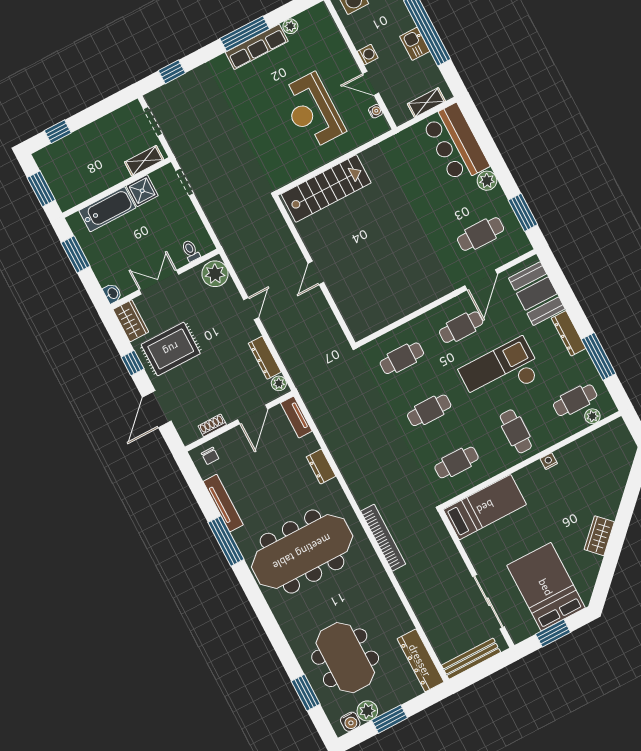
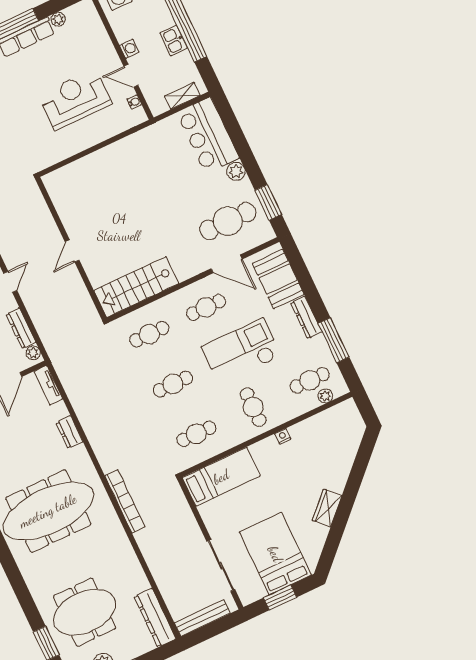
reception desk: (312, 111) -> (75, 99), turned 90
stairs: (326, 188) -> (136, 287), moved, turned 180
cafe table: (481, 234) -> (228, 221), width x1.37, depth x1.35
door: (481, 280) -> (227, 264), hinge flipped
meeting table: (345, 658) -> (85, 612), turned 90

